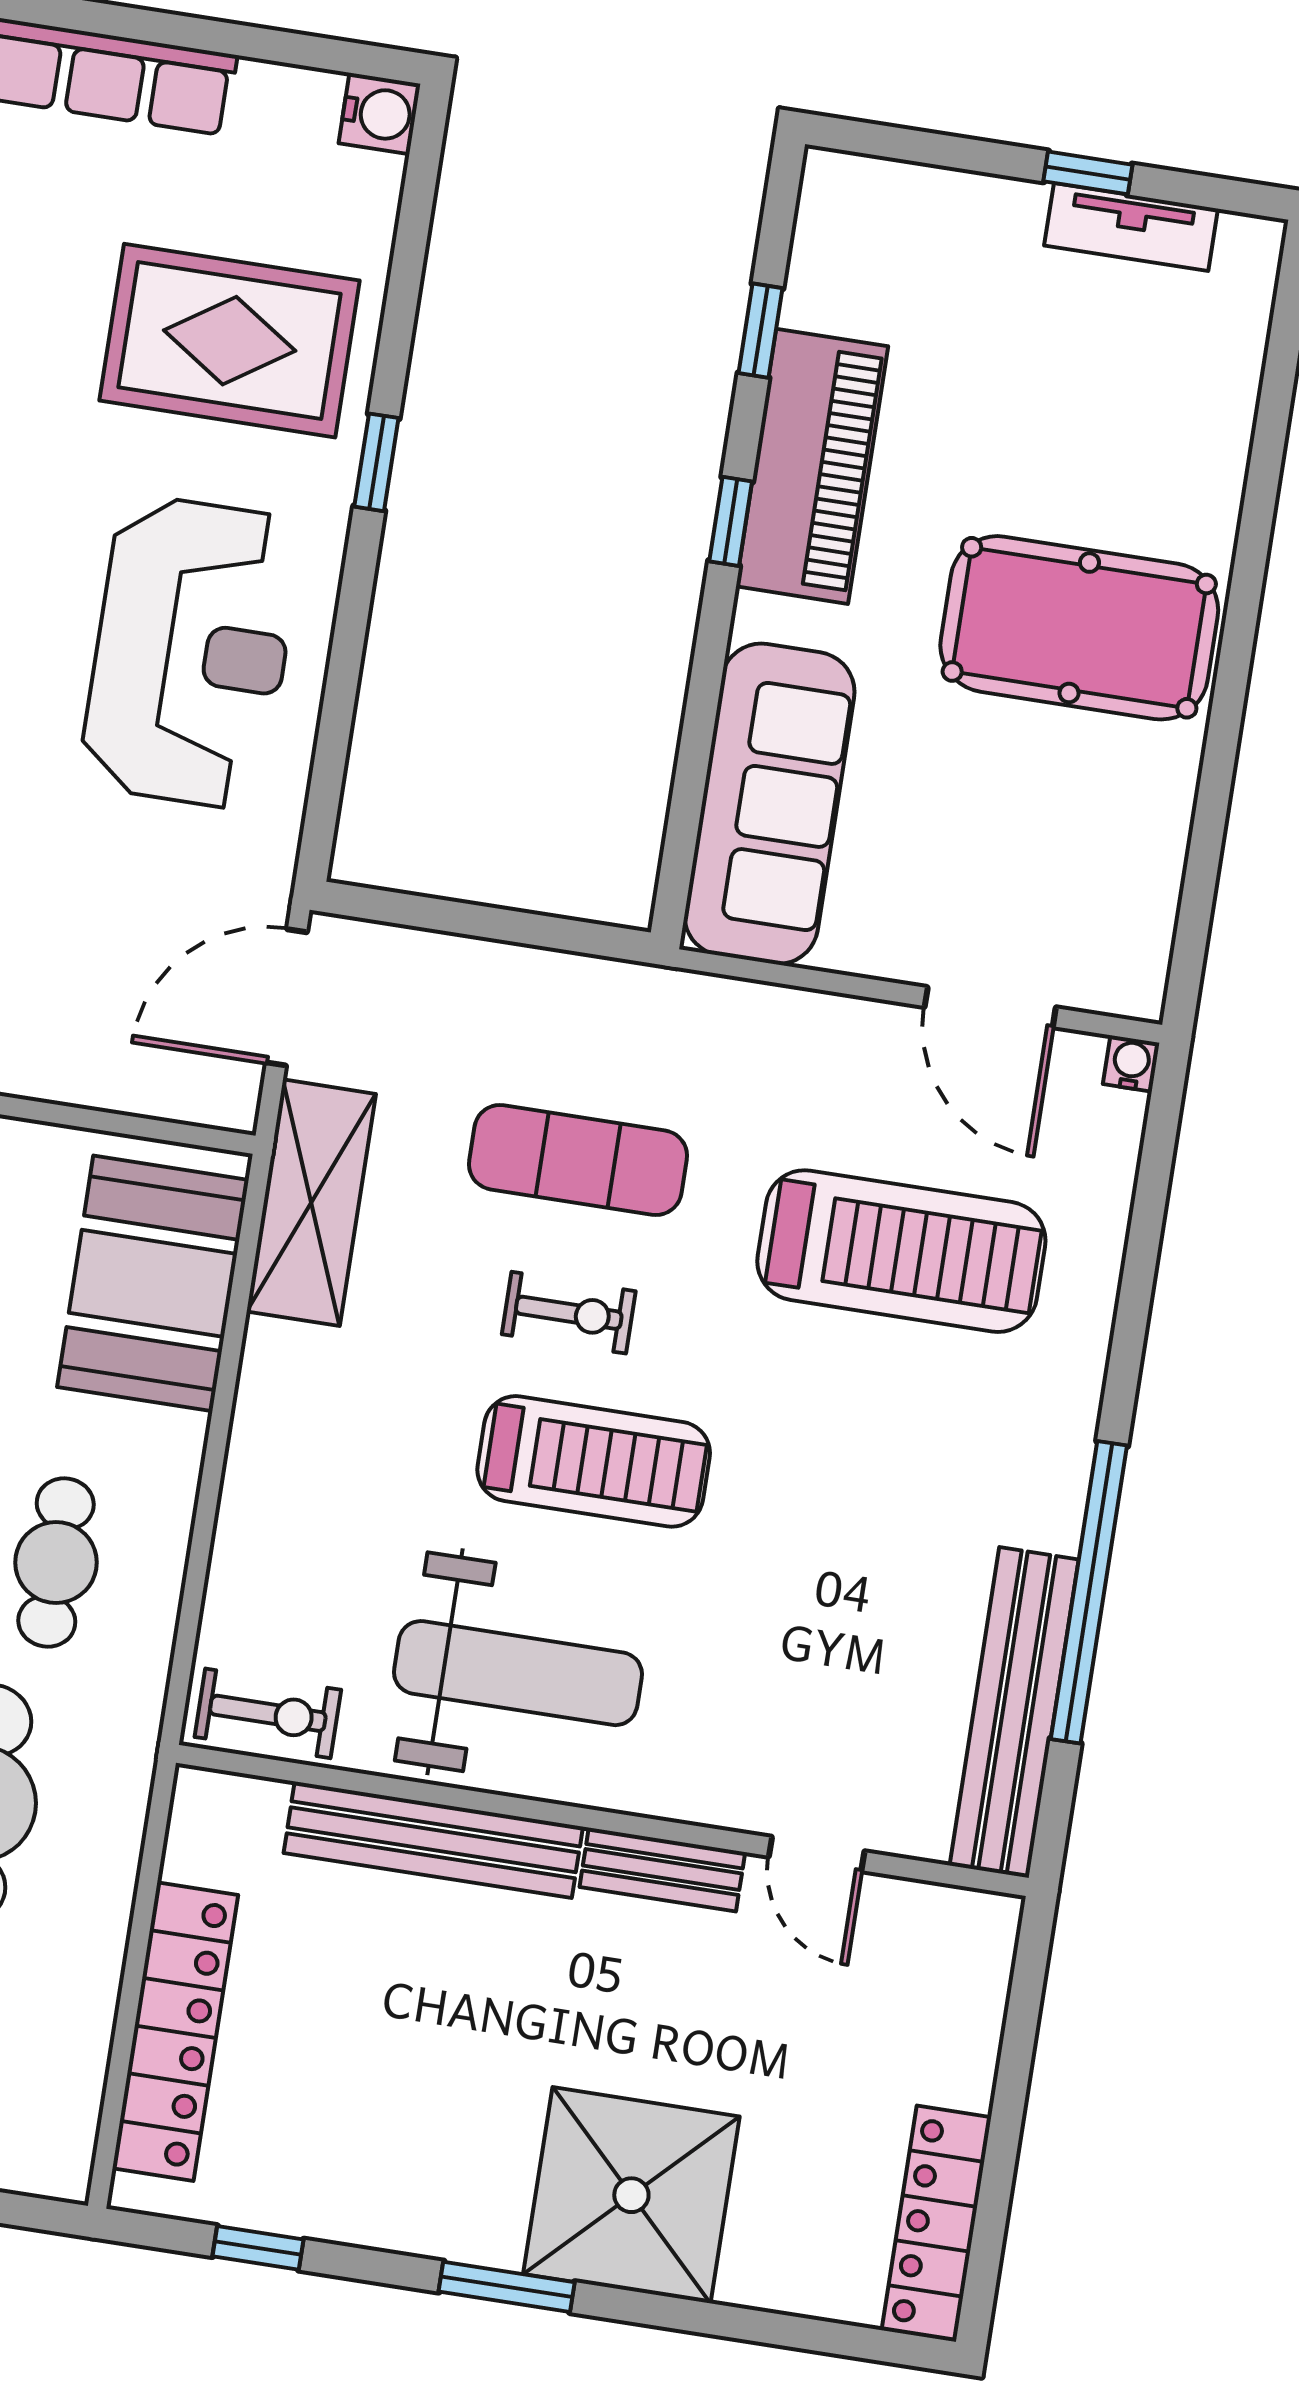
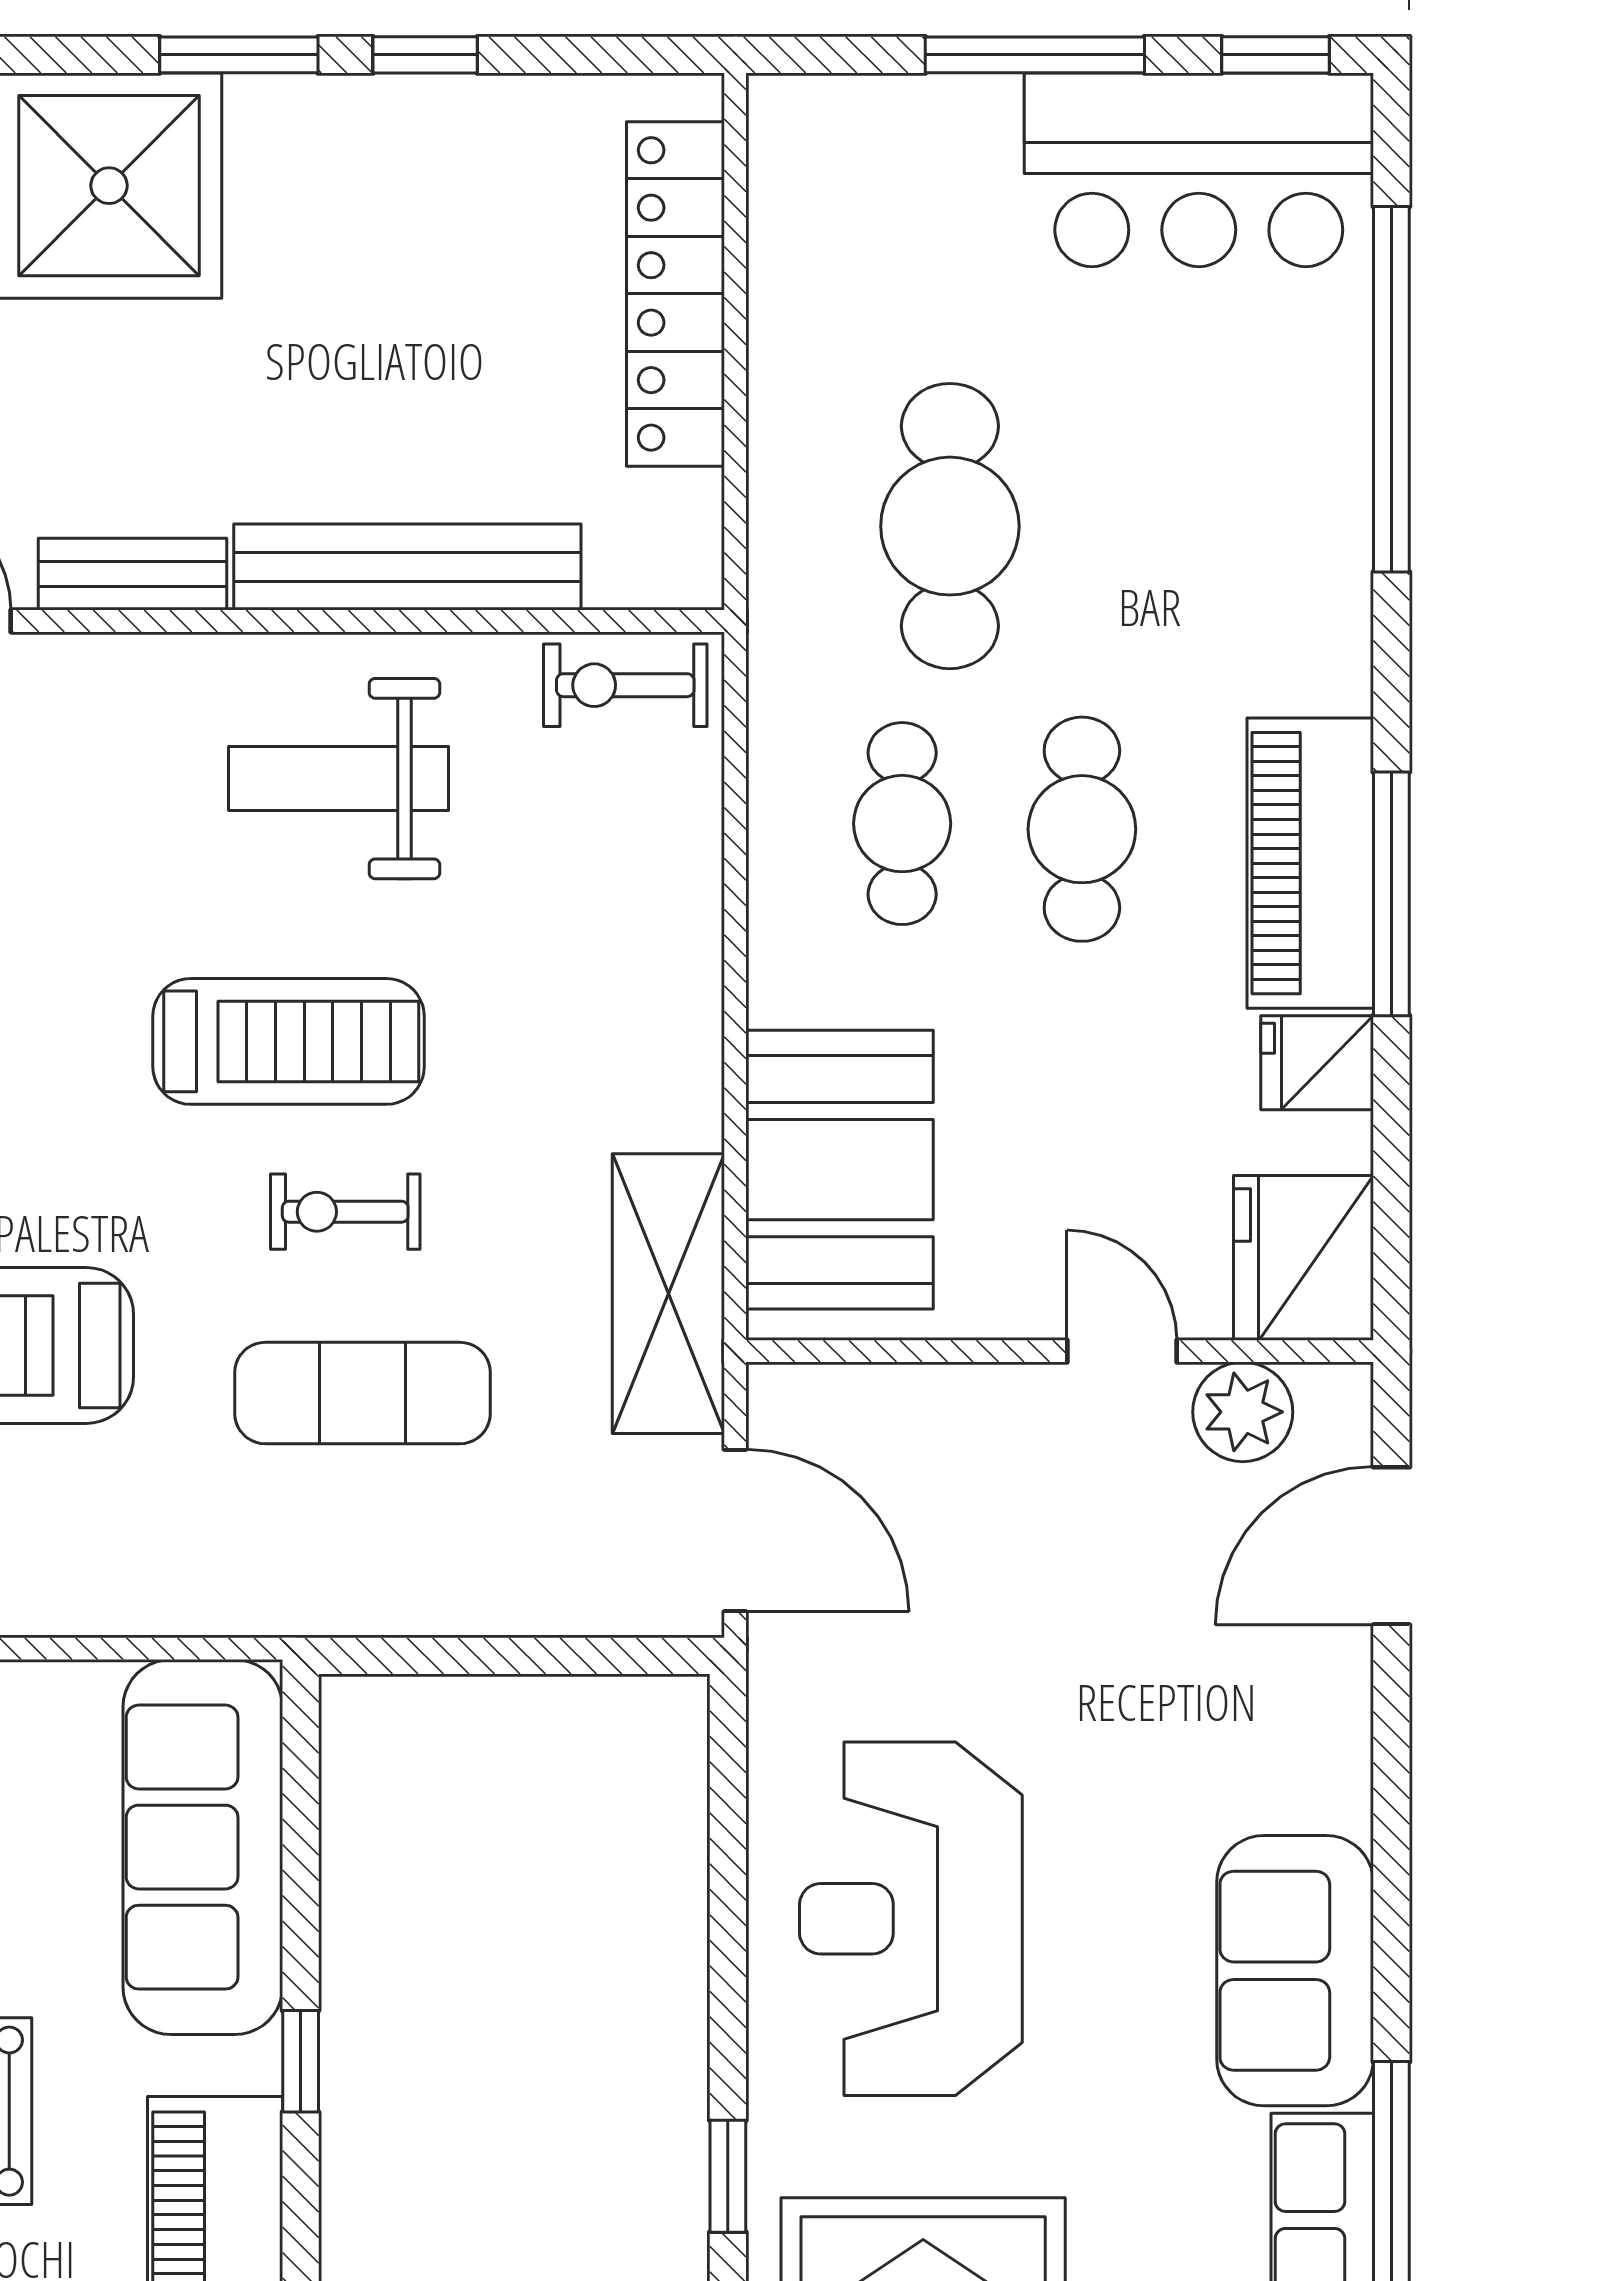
window: (731, 521) -> (301, 2061), moved
door: (287, 997) -> (735, 1530), hinge flipped
treadmill: (594, 1461) -> (289, 1041), turned 180
weight bench: (518, 1673) -> (339, 779), width x0.73, depth x0.75
window: (258, 2248) -> (425, 55), moved

